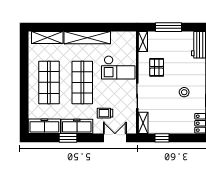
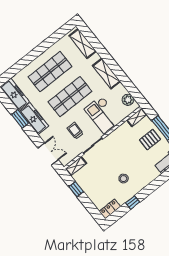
plant: (123, 37) -> (128, 100), added
shelving: (87, 38) -> (106, 73), width x0.68
pallet: (157, 67) -> (150, 140), moved
trolley: (105, 113) -> (75, 131), moved

